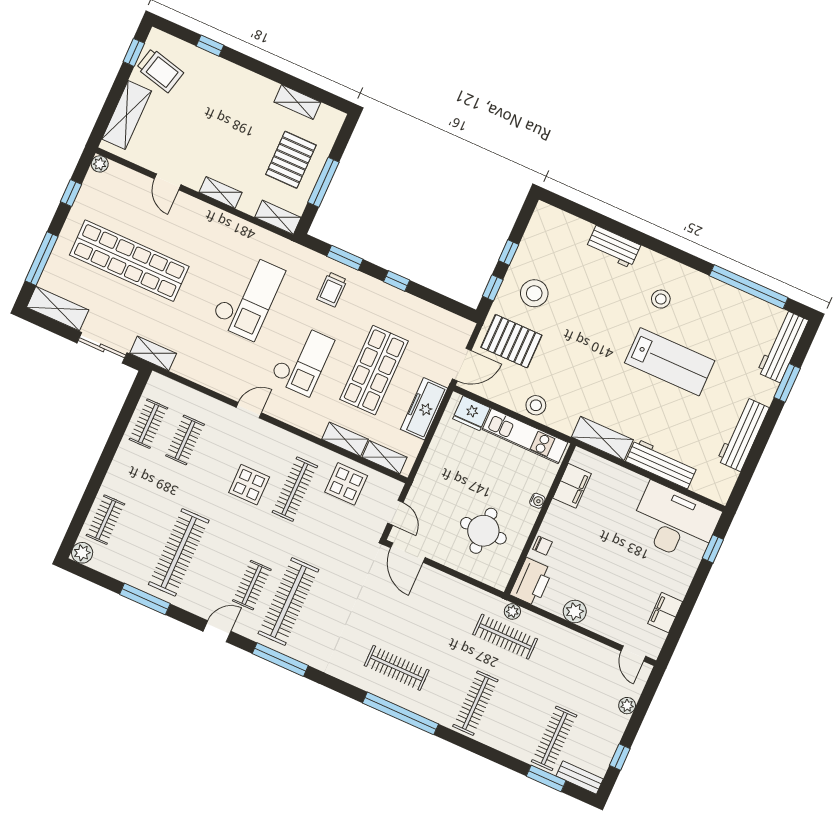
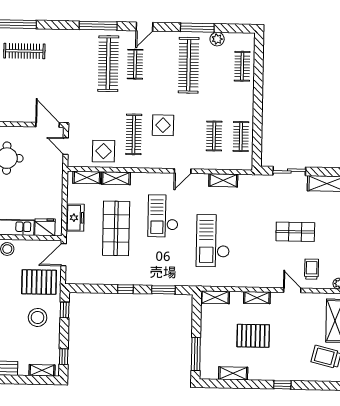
window: (210, 46) -> (282, 385), moved
pallet: (291, 160) -> (253, 336), moved, turned 90
window: (323, 182) -> (196, 354), moved
shelving: (559, 218) -> (42, 370), added
window: (509, 252) -> (64, 357), moved
shop shelf: (129, 261) -> (295, 232), width x0.50, depth x0.74
trolley: (332, 290) -> (312, 269), moved
shelving: (153, 353) -> (223, 180), moved
freezer: (424, 409) -> (75, 218), width x0.71
plant: (82, 553) -> (217, 39), moved

